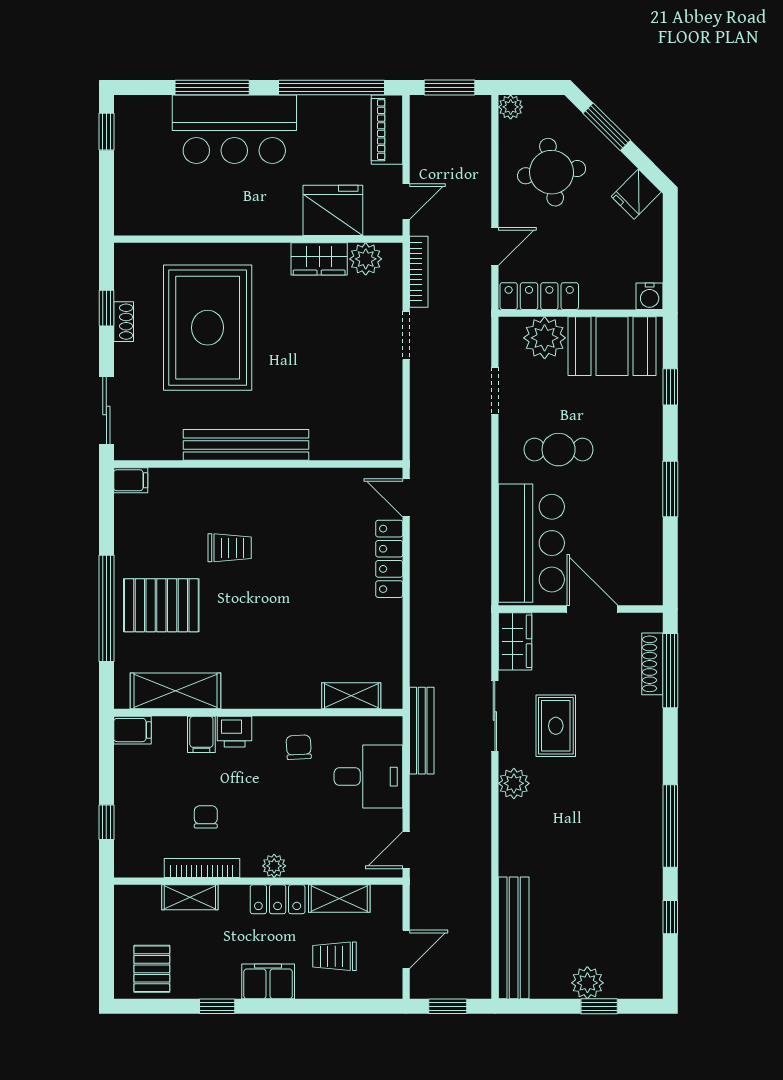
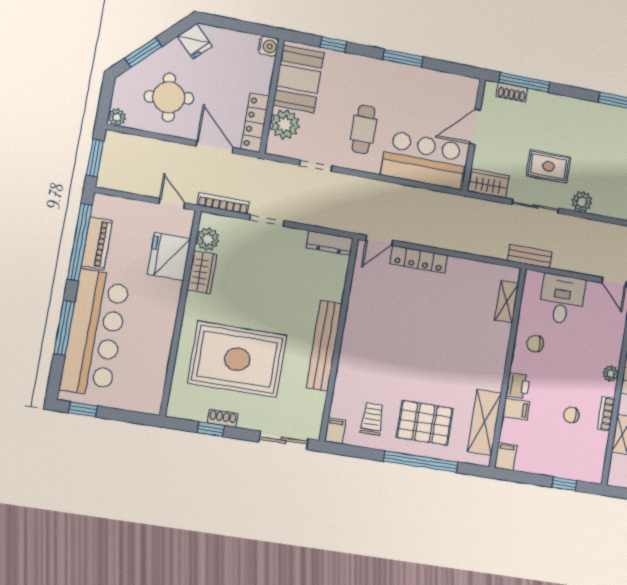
bar counter: (234, 129) -> (95, 333), width x1.36
piano: (387, 130) -> (97, 243), moved, turned -90
door: (495, 246) -> (215, 147), width x1.38
dresser: (390, 429) -> (330, 243), added
trolley: (230, 548) -> (372, 419), moved
pallet: (161, 605) -> (425, 423), turned 90
shoe rack: (652, 664) -> (512, 92), width x0.70
bench: (422, 731) -> (530, 256), width x0.73
bookcase: (202, 868) -> (606, 414), width x0.64

